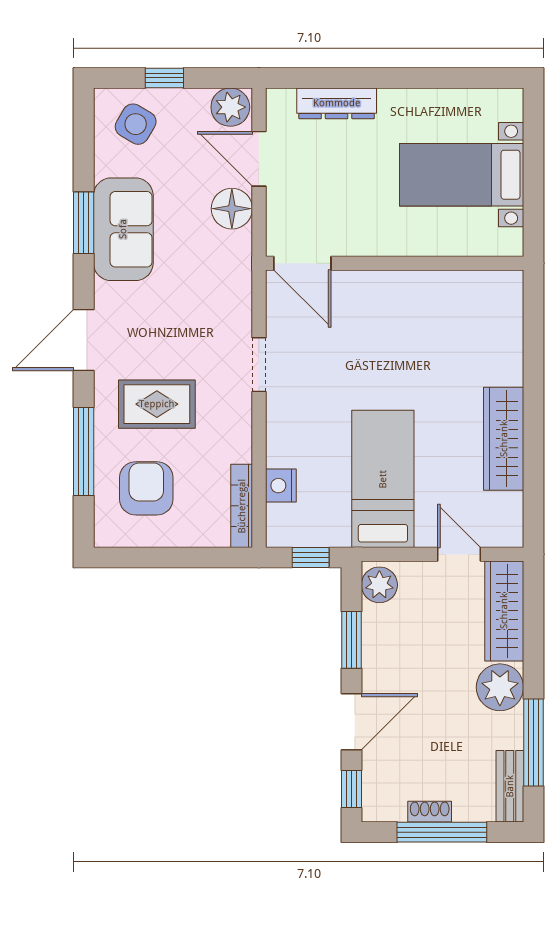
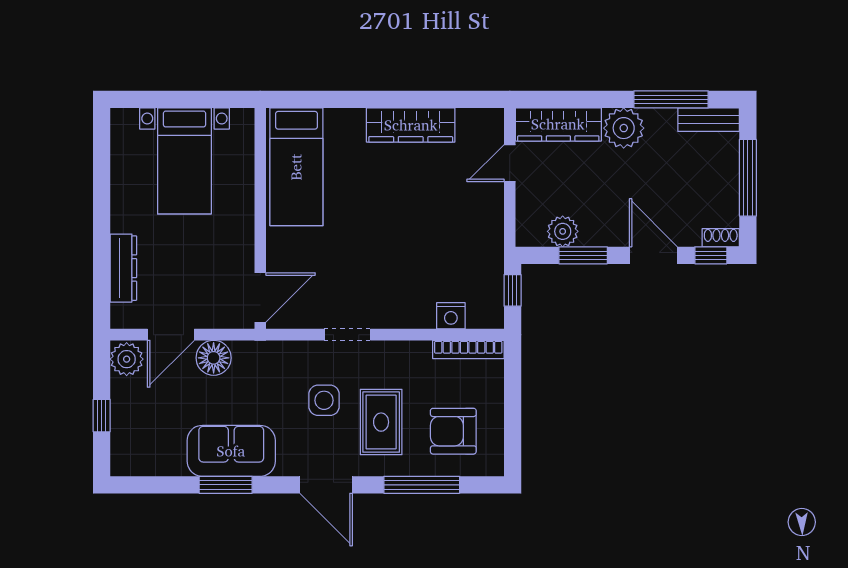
side table: (136, 124) -> (324, 400), moved, turned -31
bed: (383, 479) -> (296, 167), moved, turned -90
plant: (379, 585) -> (563, 231), moved
shoe rack: (430, 812) -> (721, 238), moved, turned 90

